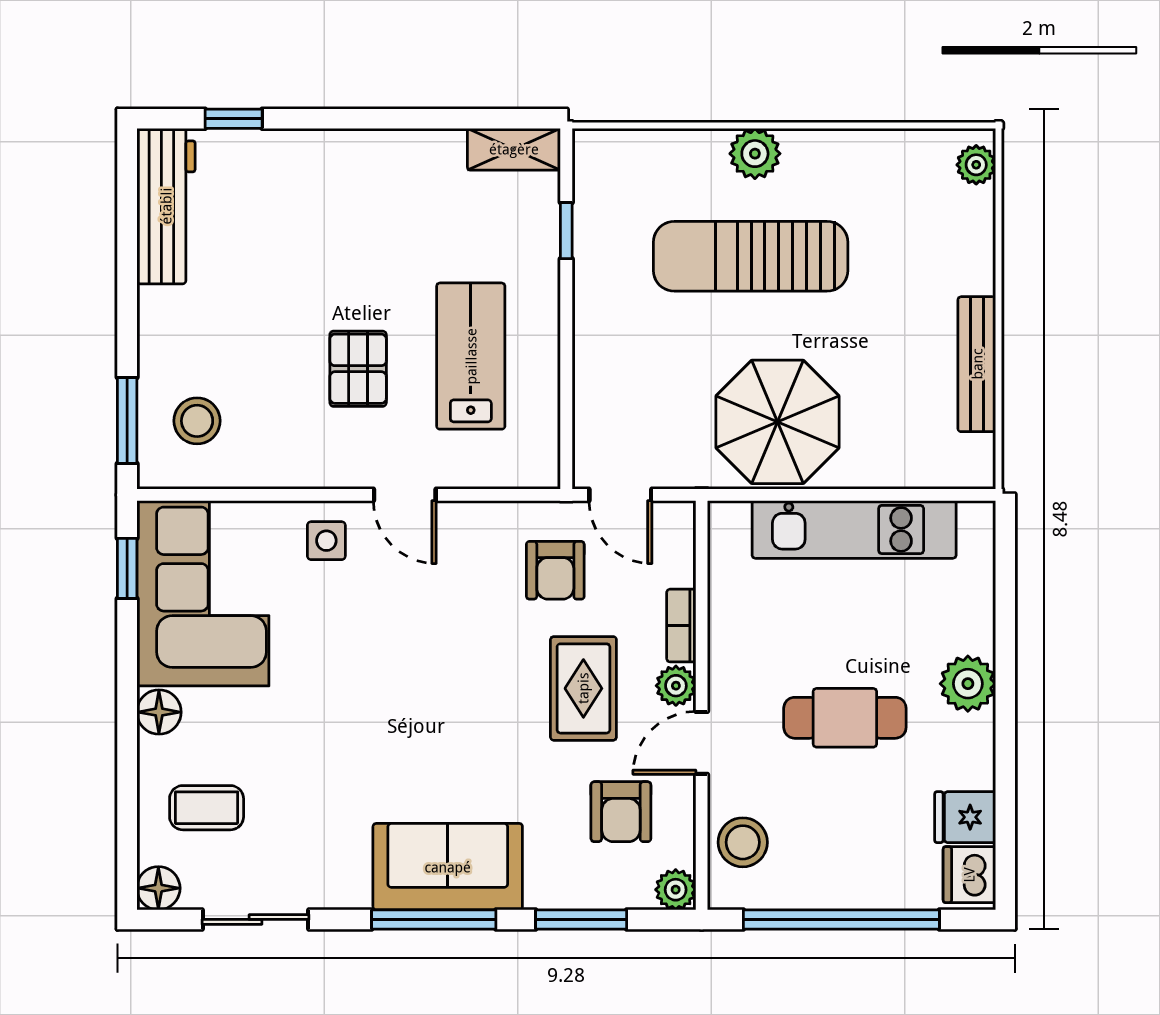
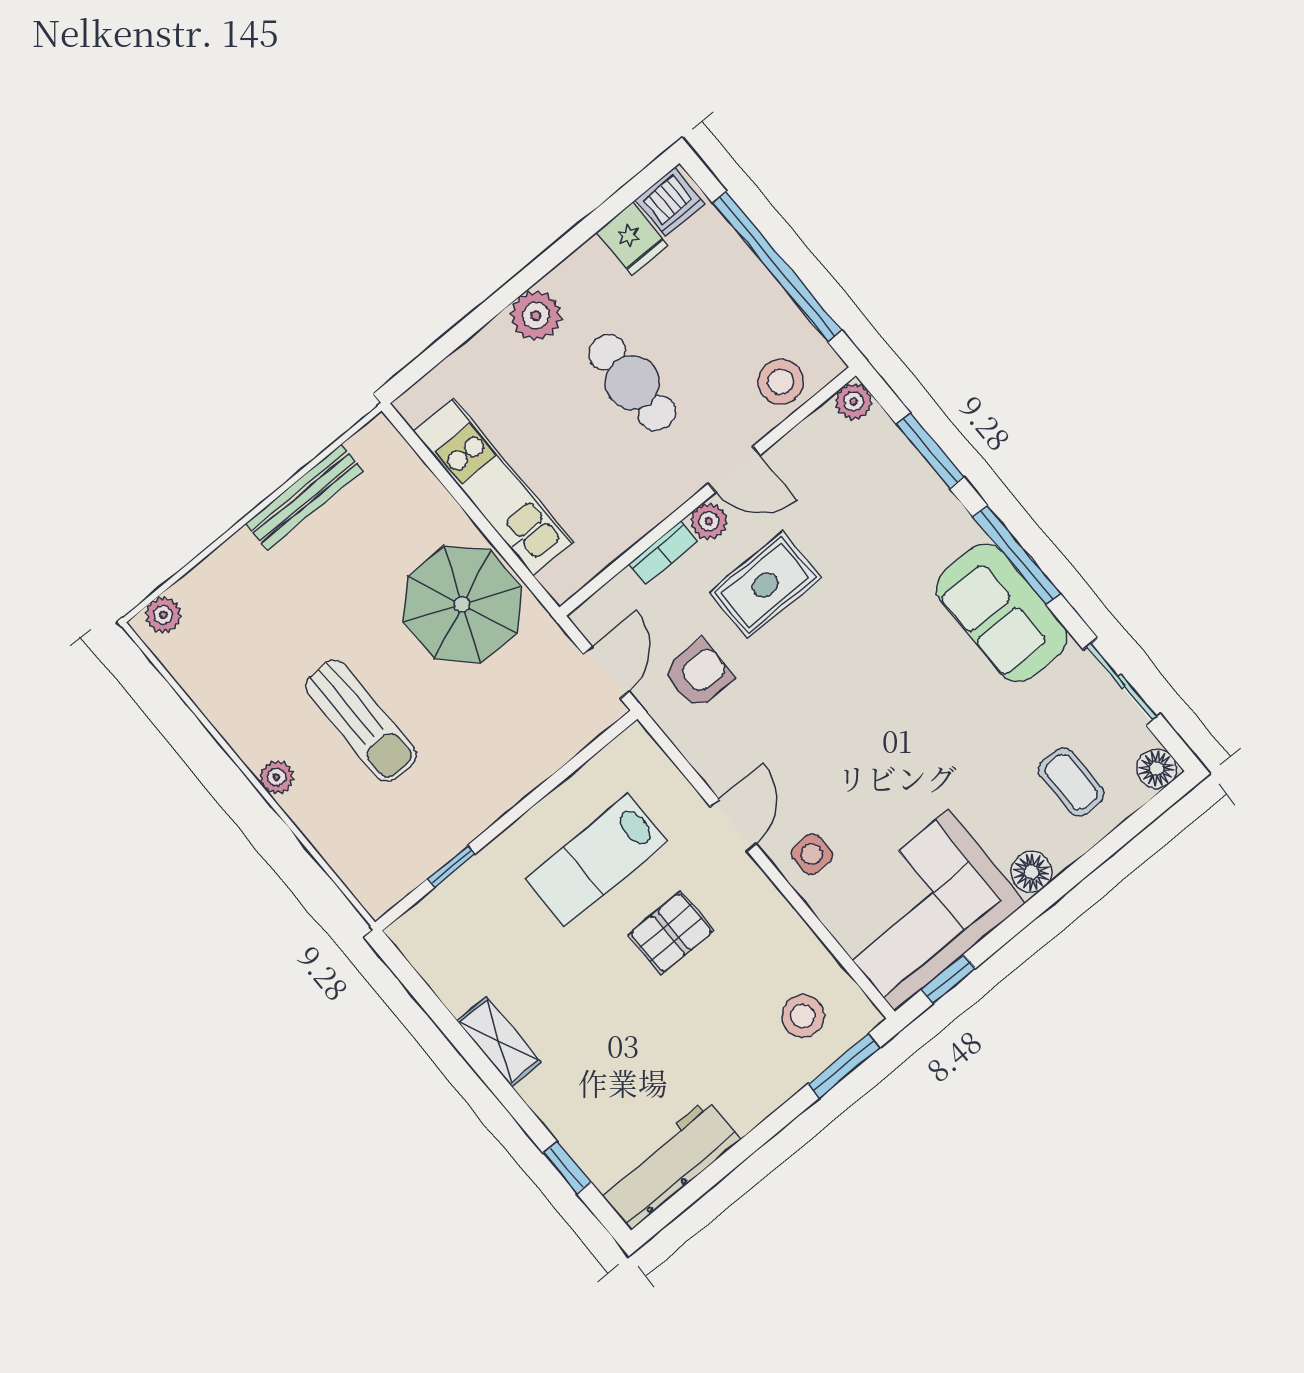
shelving: (514, 149) -> (499, 1041), moved
plant: (755, 154) -> (277, 777), width x0.73, depth x0.73
sun lounger: (751, 256) -> (361, 721), width x0.73, depth x0.75
armchair: (621, 812) -> (830, 486), removed
sofa: (448, 867) -> (1001, 613), moved

